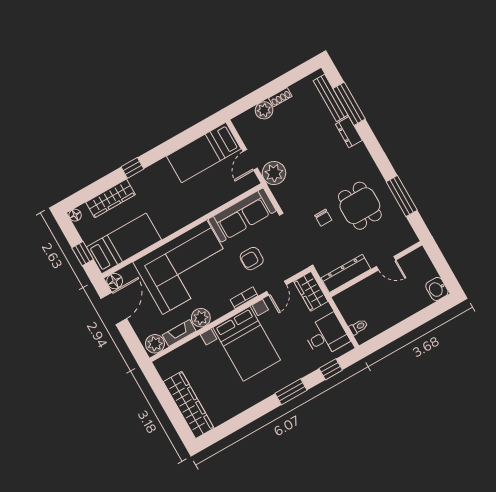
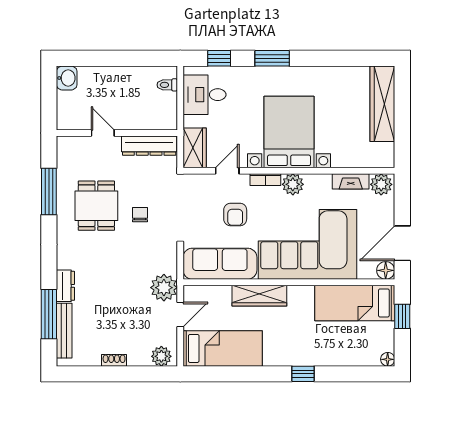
plant: (264, 110) -> (161, 356), moved
wardrobe: (110, 198) -> (259, 296), moved, turned 180
armchair: (252, 259) -> (235, 215), turned 90
plant: (201, 318) -> (293, 184), moved

